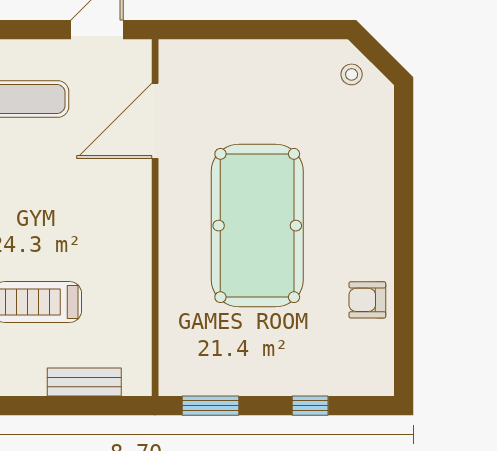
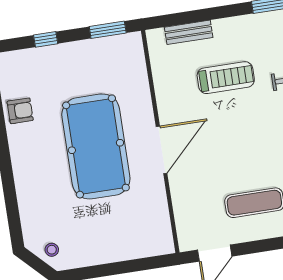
door: (155, 121) -> (162, 150), moved

